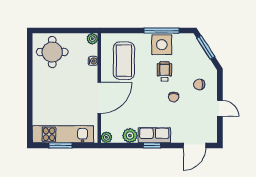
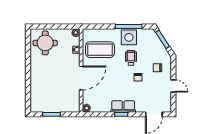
coffee table: (124, 61) -> (100, 50), turned 90
kitchen unit: (63, 134) -> (53, 106), removed
plant: (130, 136) -> (105, 107), removed

